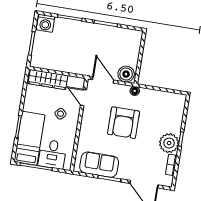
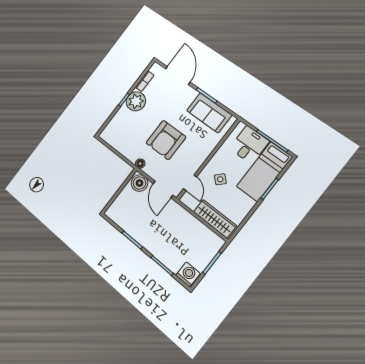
armchair: (124, 123) -> (166, 140), turned 180

